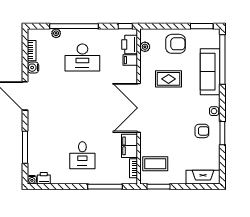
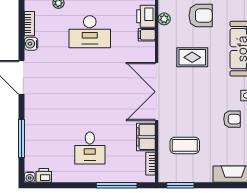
coffee table: (155, 164) -> (185, 145), moved

